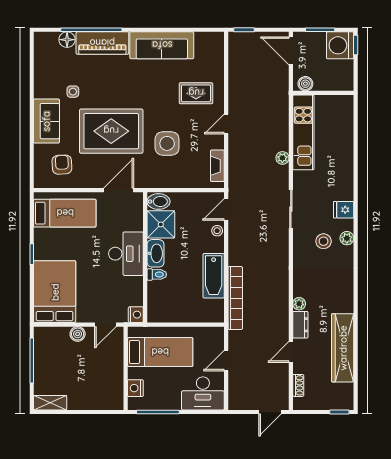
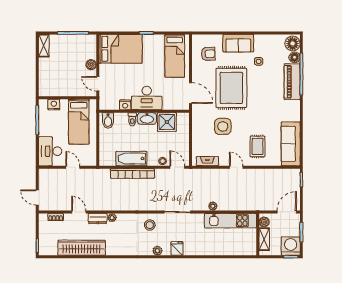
floor lamp: (47, 43) -> (293, 43), added
sofa: (162, 45) -> (291, 144), moved
shelving: (330, 84) -> (264, 239), added
bidet: (158, 201) -> (108, 121), moved
stool: (324, 241) -> (150, 225), moved
bookcase: (235, 298) -> (132, 174), moved
nightstand: (136, 315) -> (125, 105), moved

